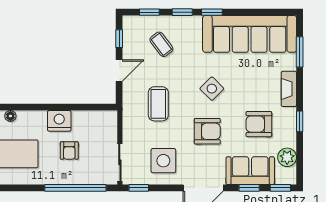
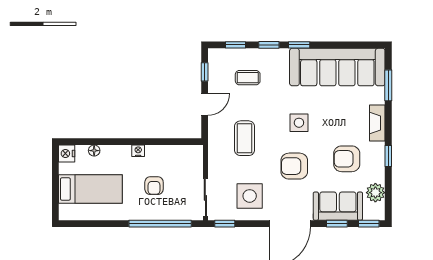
coffee table: (161, 44) -> (248, 78), turned -53
side table: (212, 89) -> (299, 123), turned 45
nightstand: (59, 121) -> (138, 151), width x0.53, depth x0.56
armchair: (207, 131) -> (294, 166), turned 180

